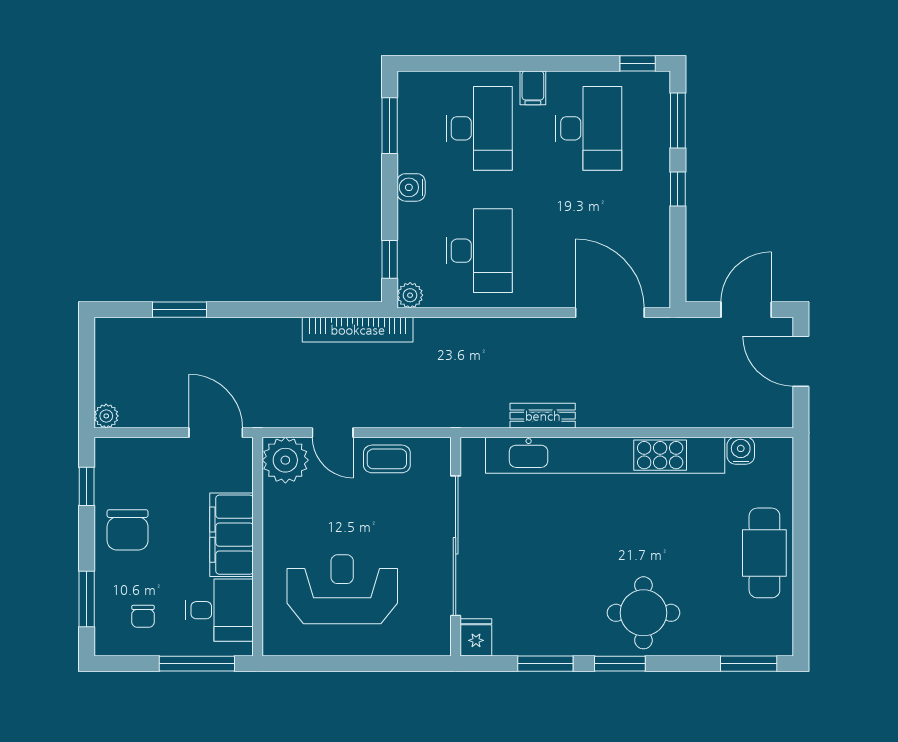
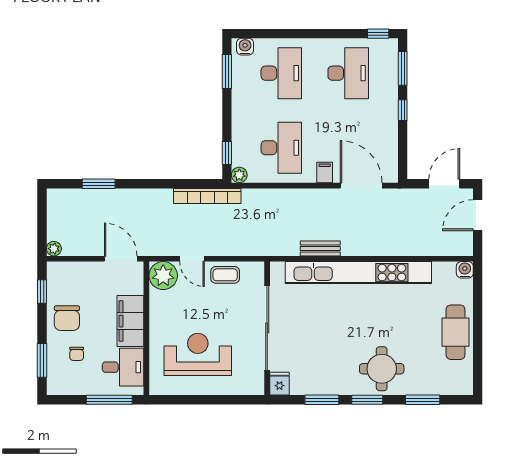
filing cabinet: (533, 88) -> (325, 172), moved, turned 180
water cooler: (411, 187) -> (245, 47), moved, turned 90
door: (801, 361) -> (478, 215), hinge flipped
water cooler: (741, 451) -> (465, 270), moved
chair: (143, 616) -> (77, 354), moved
window: (749, 664) -> (423, 400), moved

